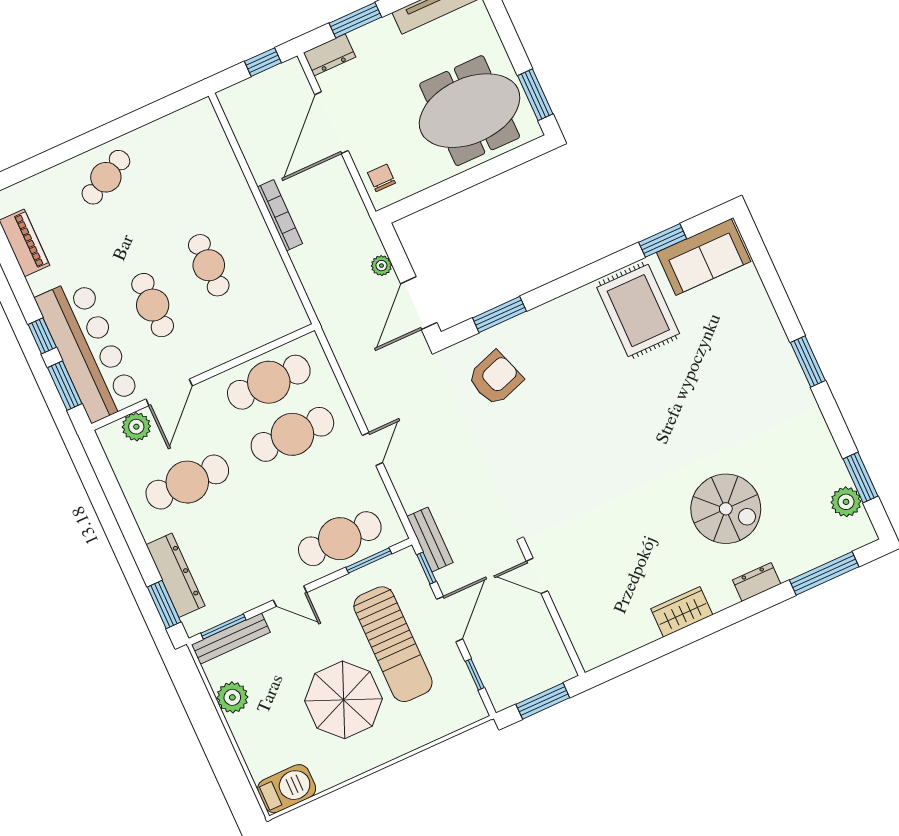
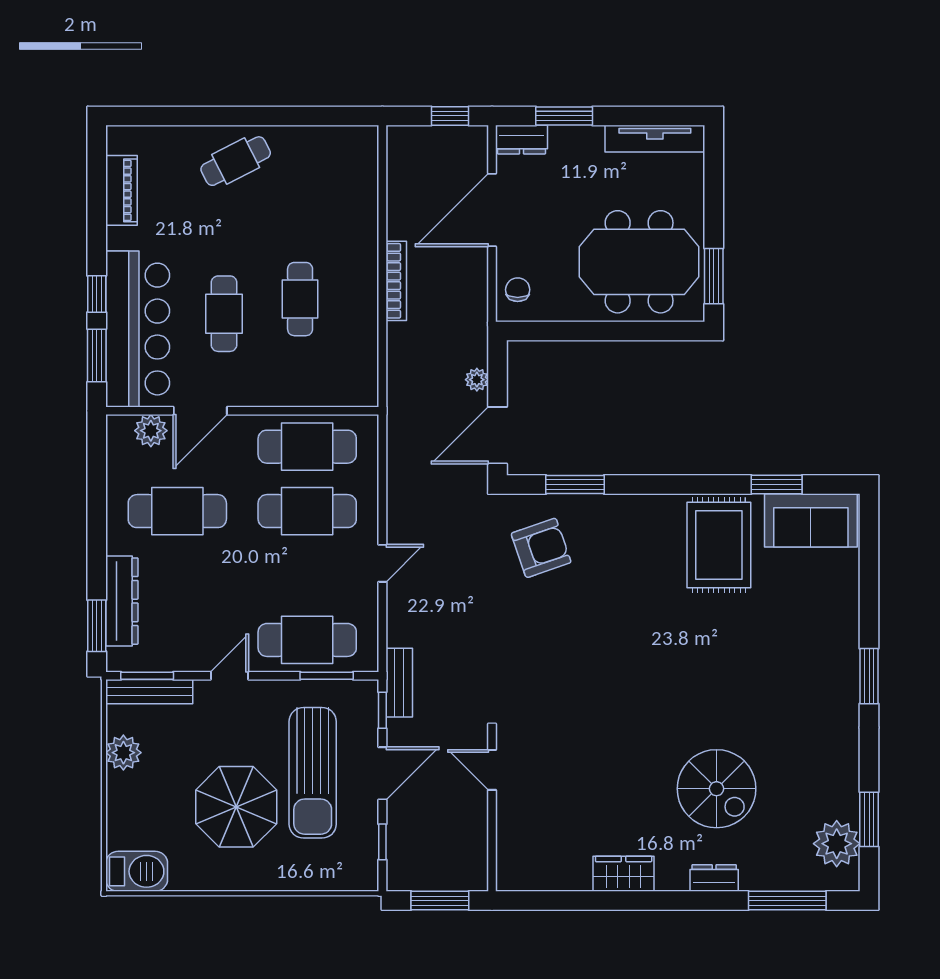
plant: (846, 502) -> (837, 844), width x1.36, depth x1.36
door: (290, 596) -> (229, 676), swing flipped

